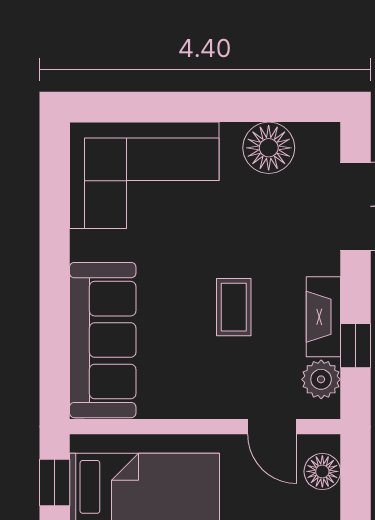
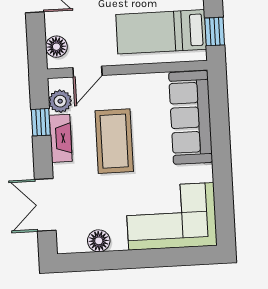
floor lamp: (269, 148) -> (99, 241), width x0.73, depth x0.73
coffee table: (234, 307) -> (114, 141), width x1.86, depth x1.72
door: (272, 427) -> (88, 72), swing flipped

